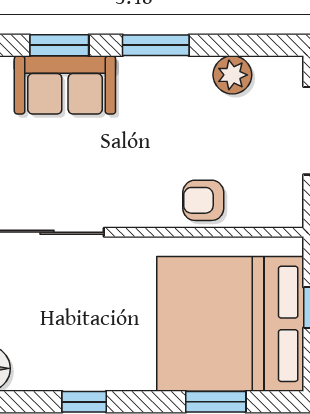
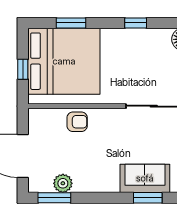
window: (156, 45) -> (54, 198), moved

